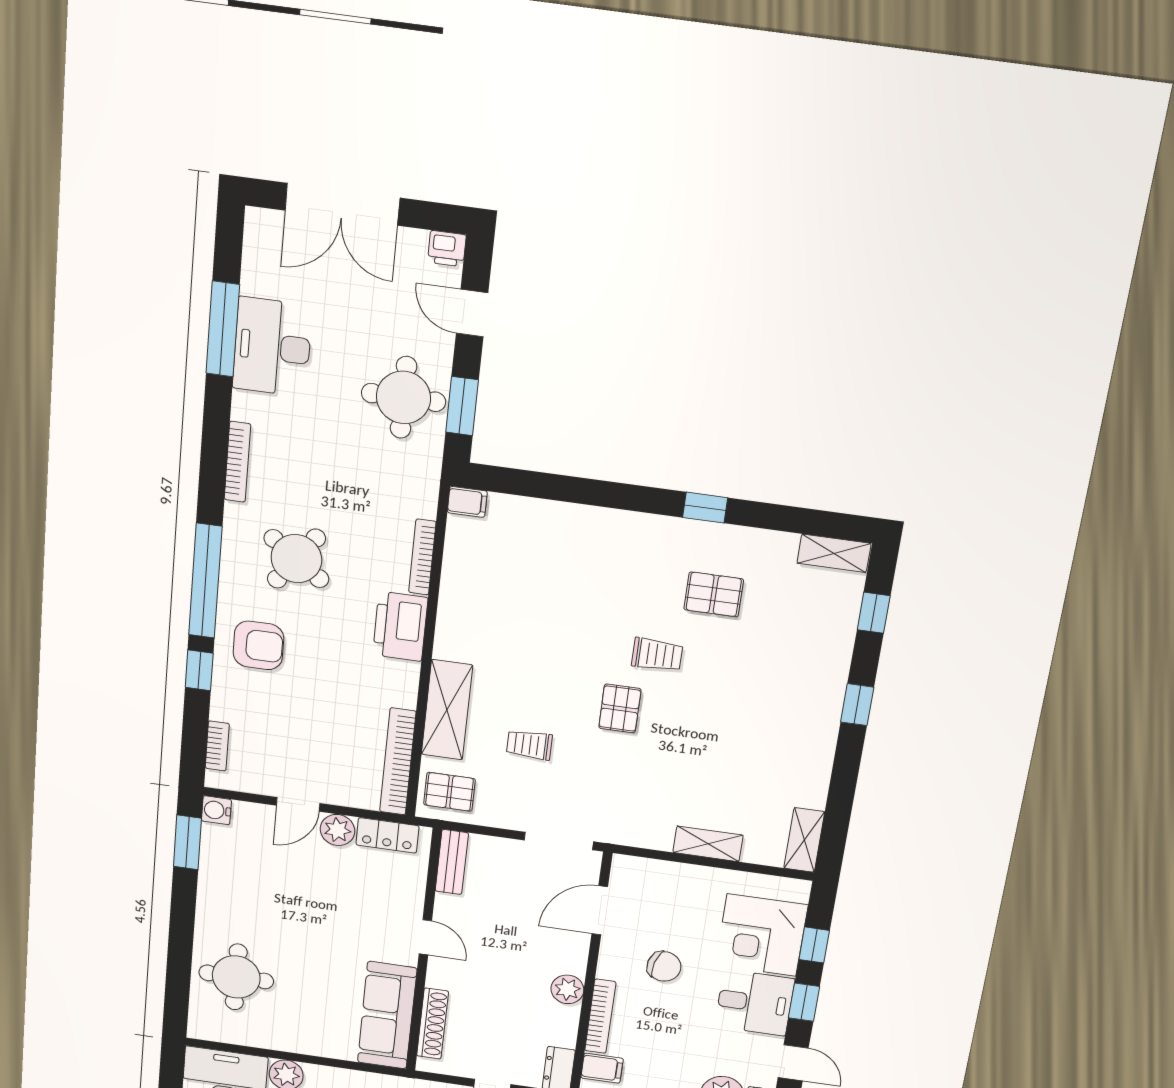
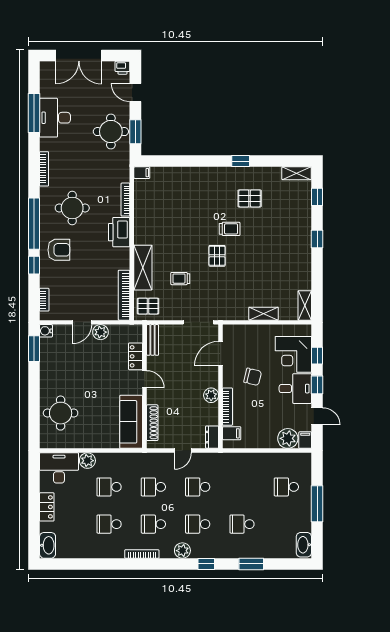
round table: (296, 559) -> (72, 208), turned -36
locker: (387, 835) -> (136, 356), moved, turned 90

